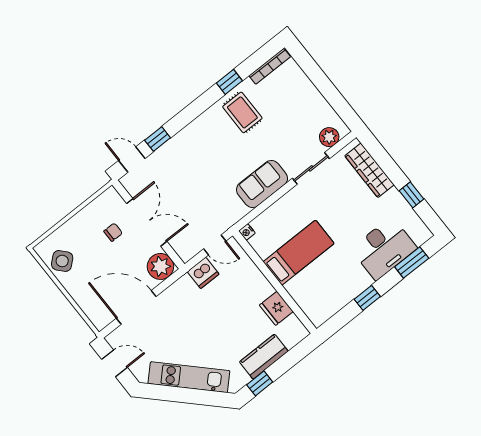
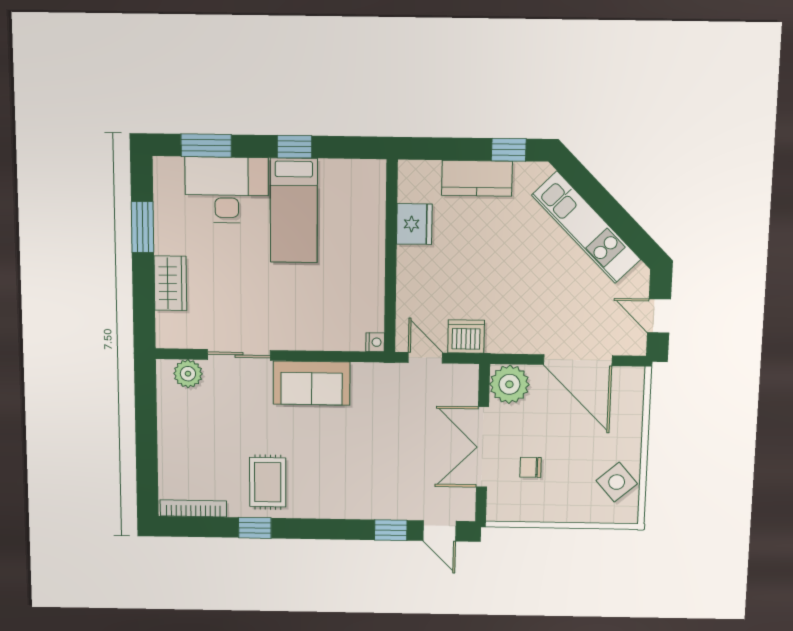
wardrobe: (369, 170) -> (170, 283), width x0.67
window: (411, 195) -> (143, 227), width x1.50
bed: (299, 253) -> (294, 210), moved, turned -90

